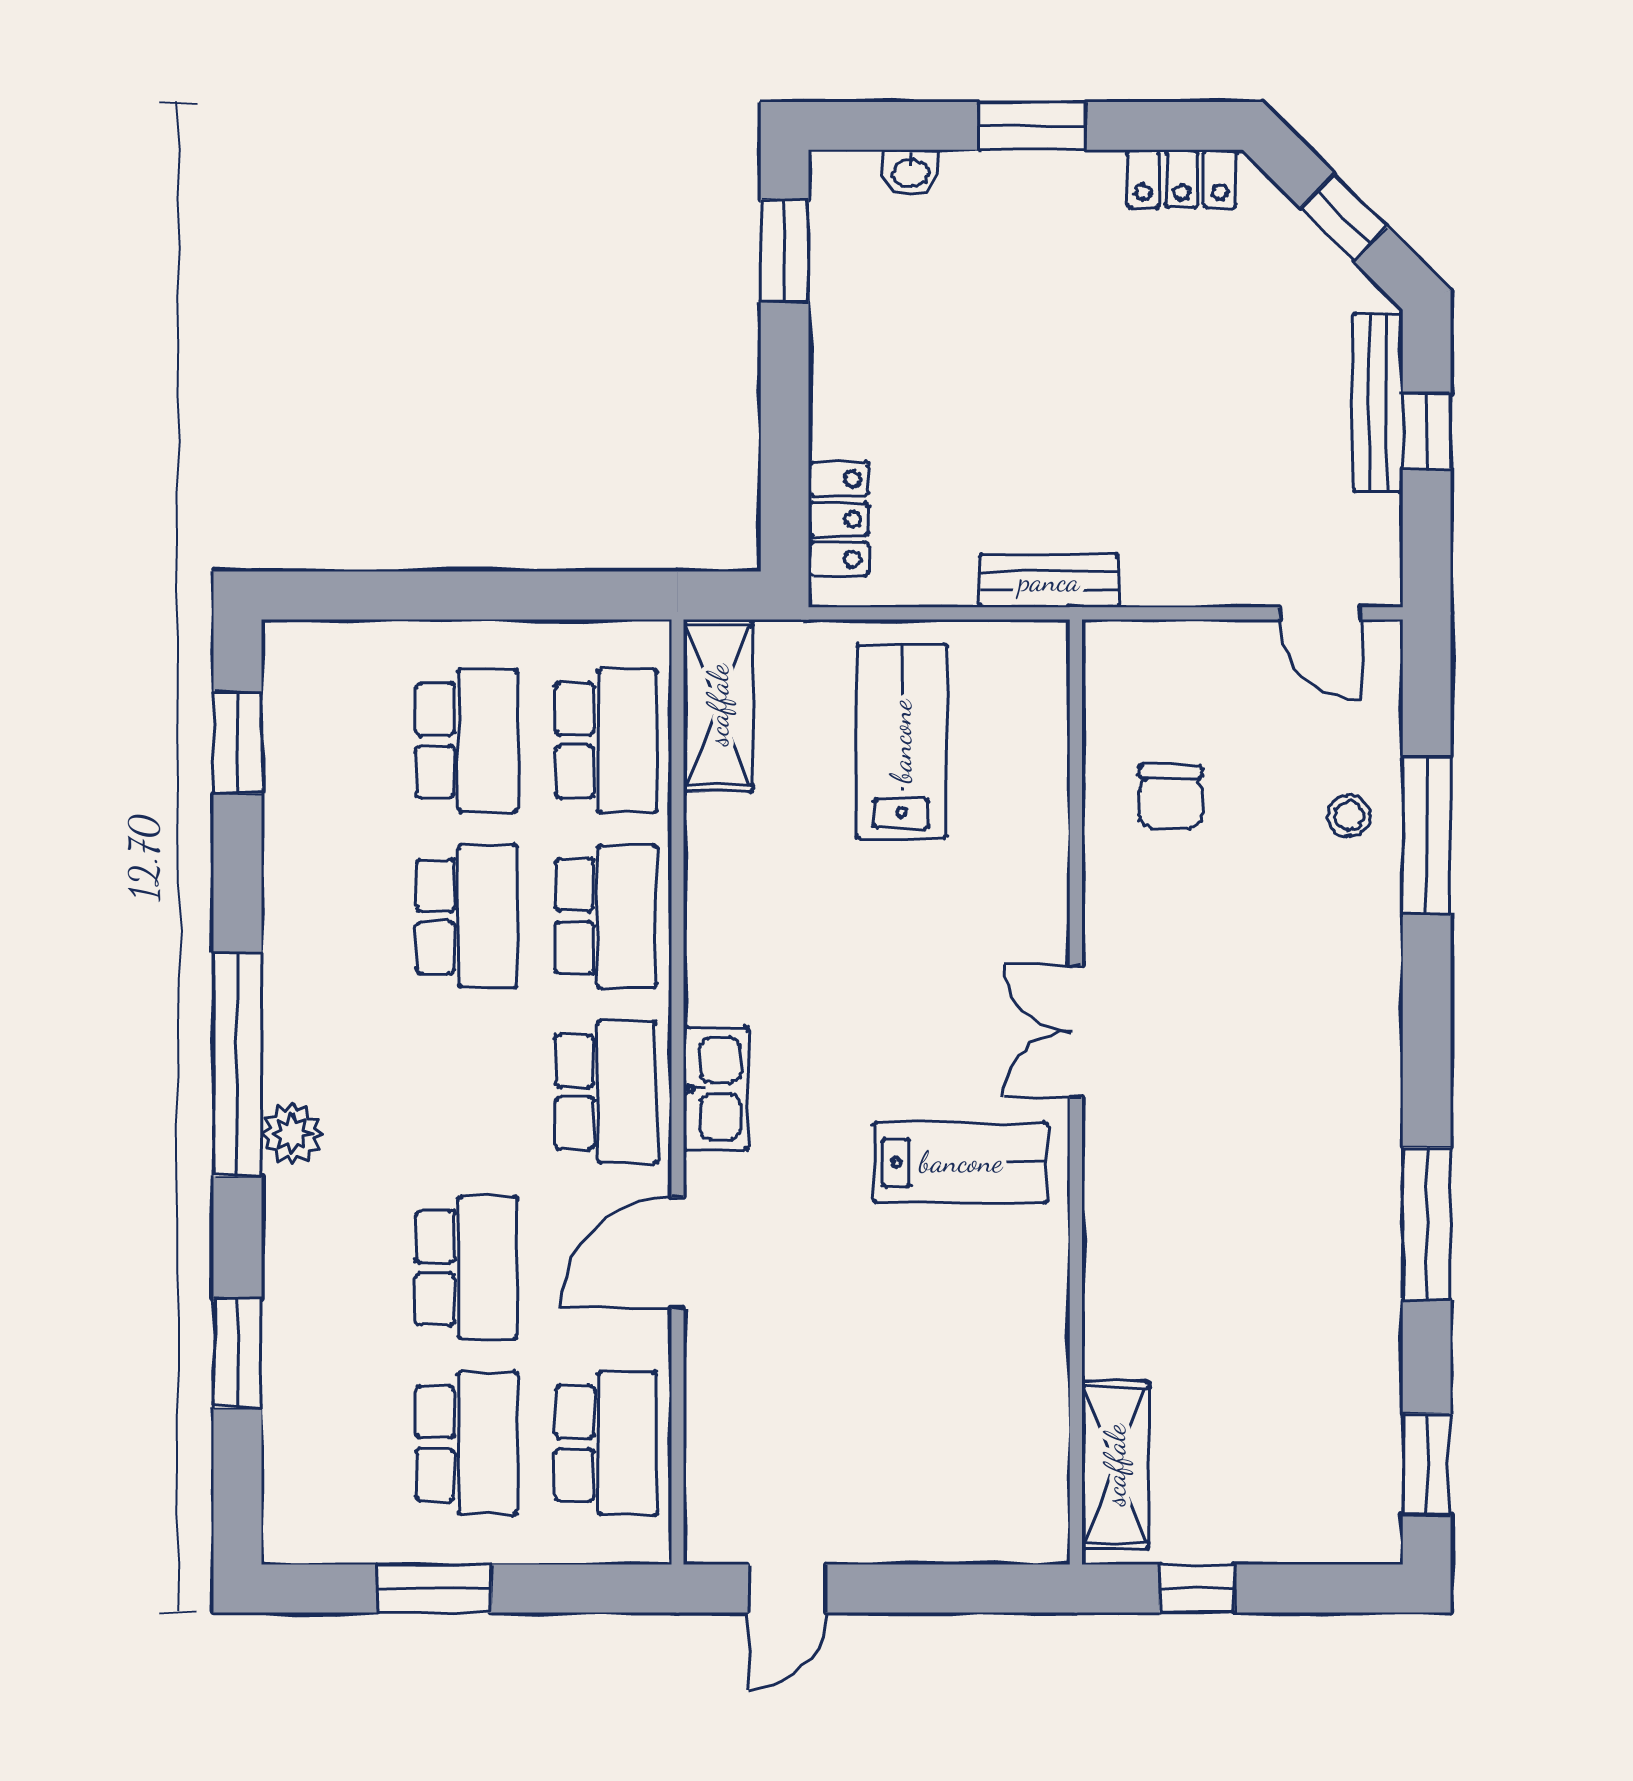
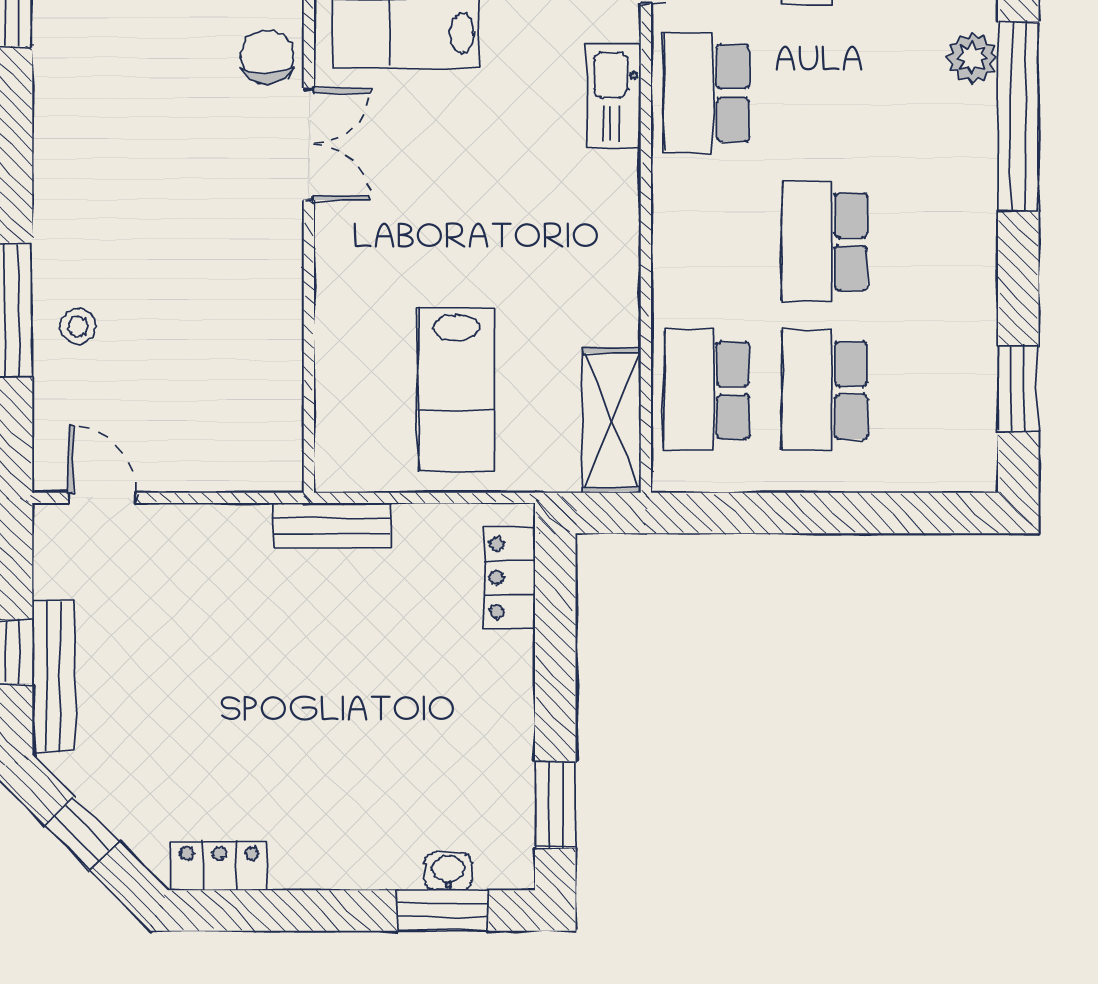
window: (1032, 126) -> (443, 911), moved
chair: (1171, 797) -> (267, 57), moved
school desk: (606, 916) -> (706, 242), removed

